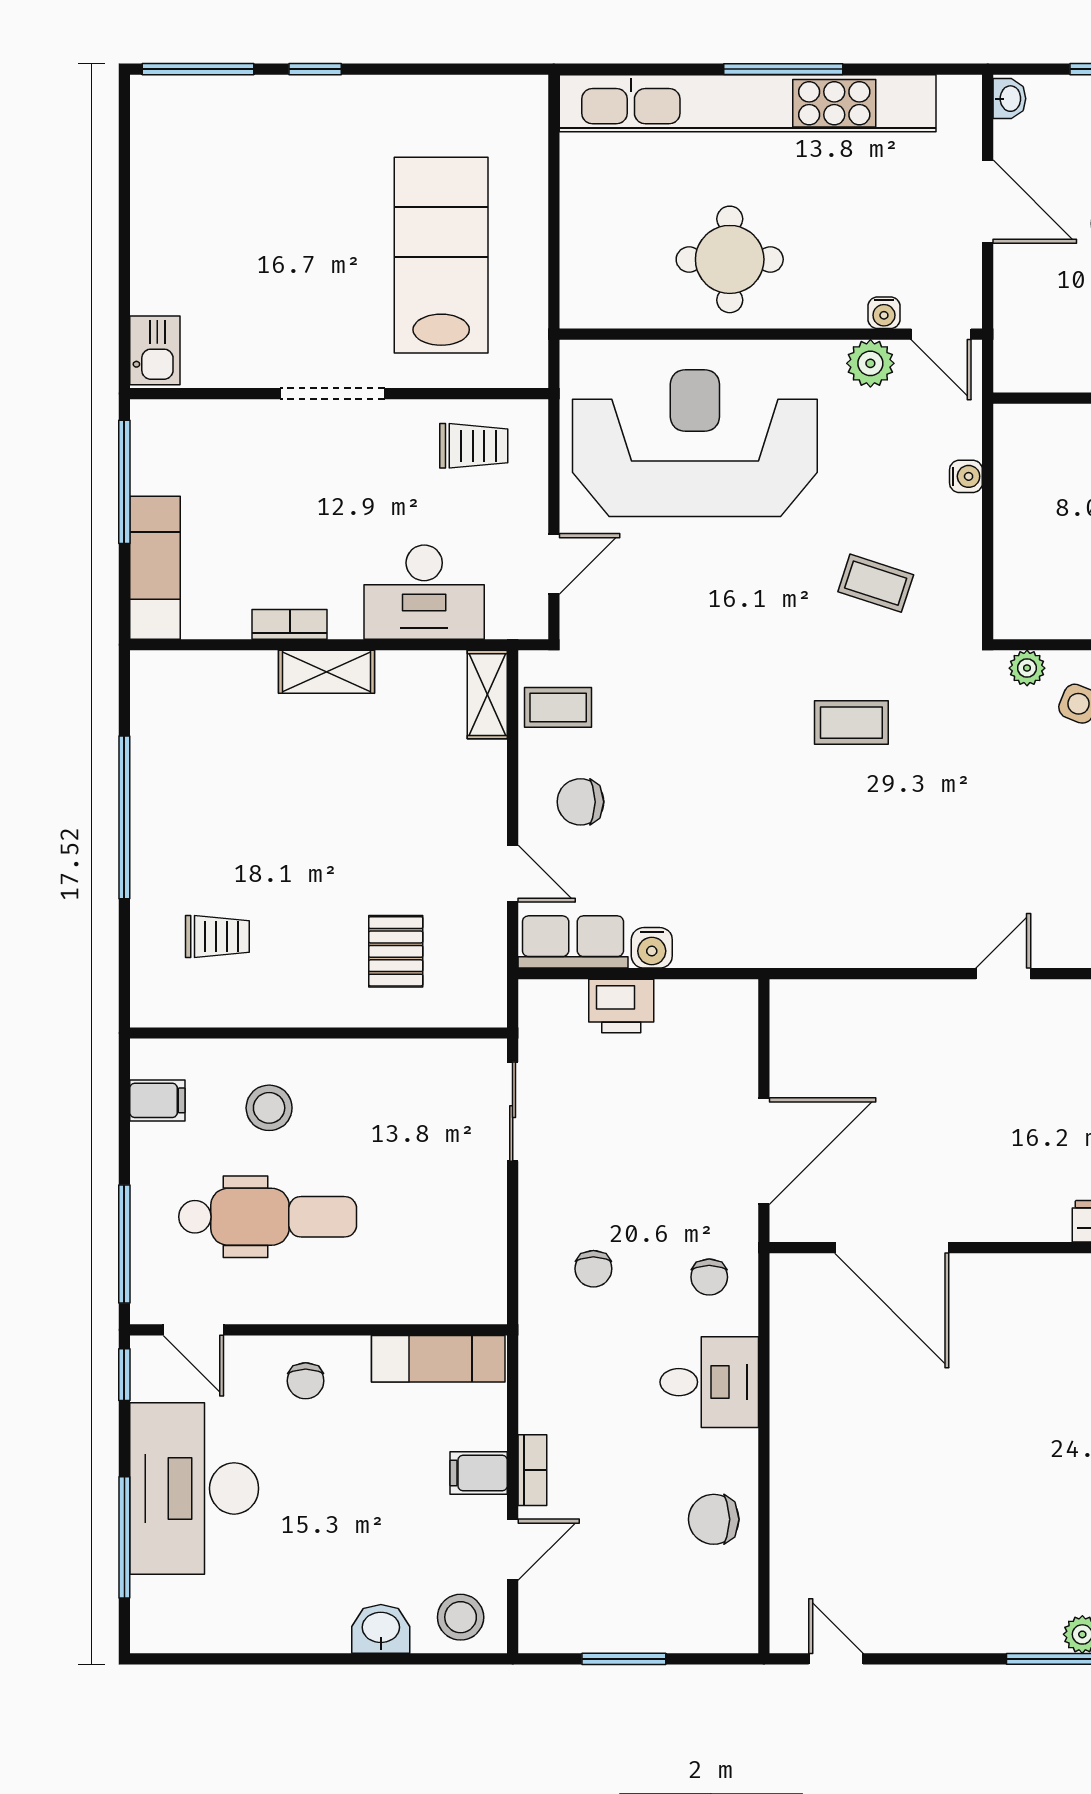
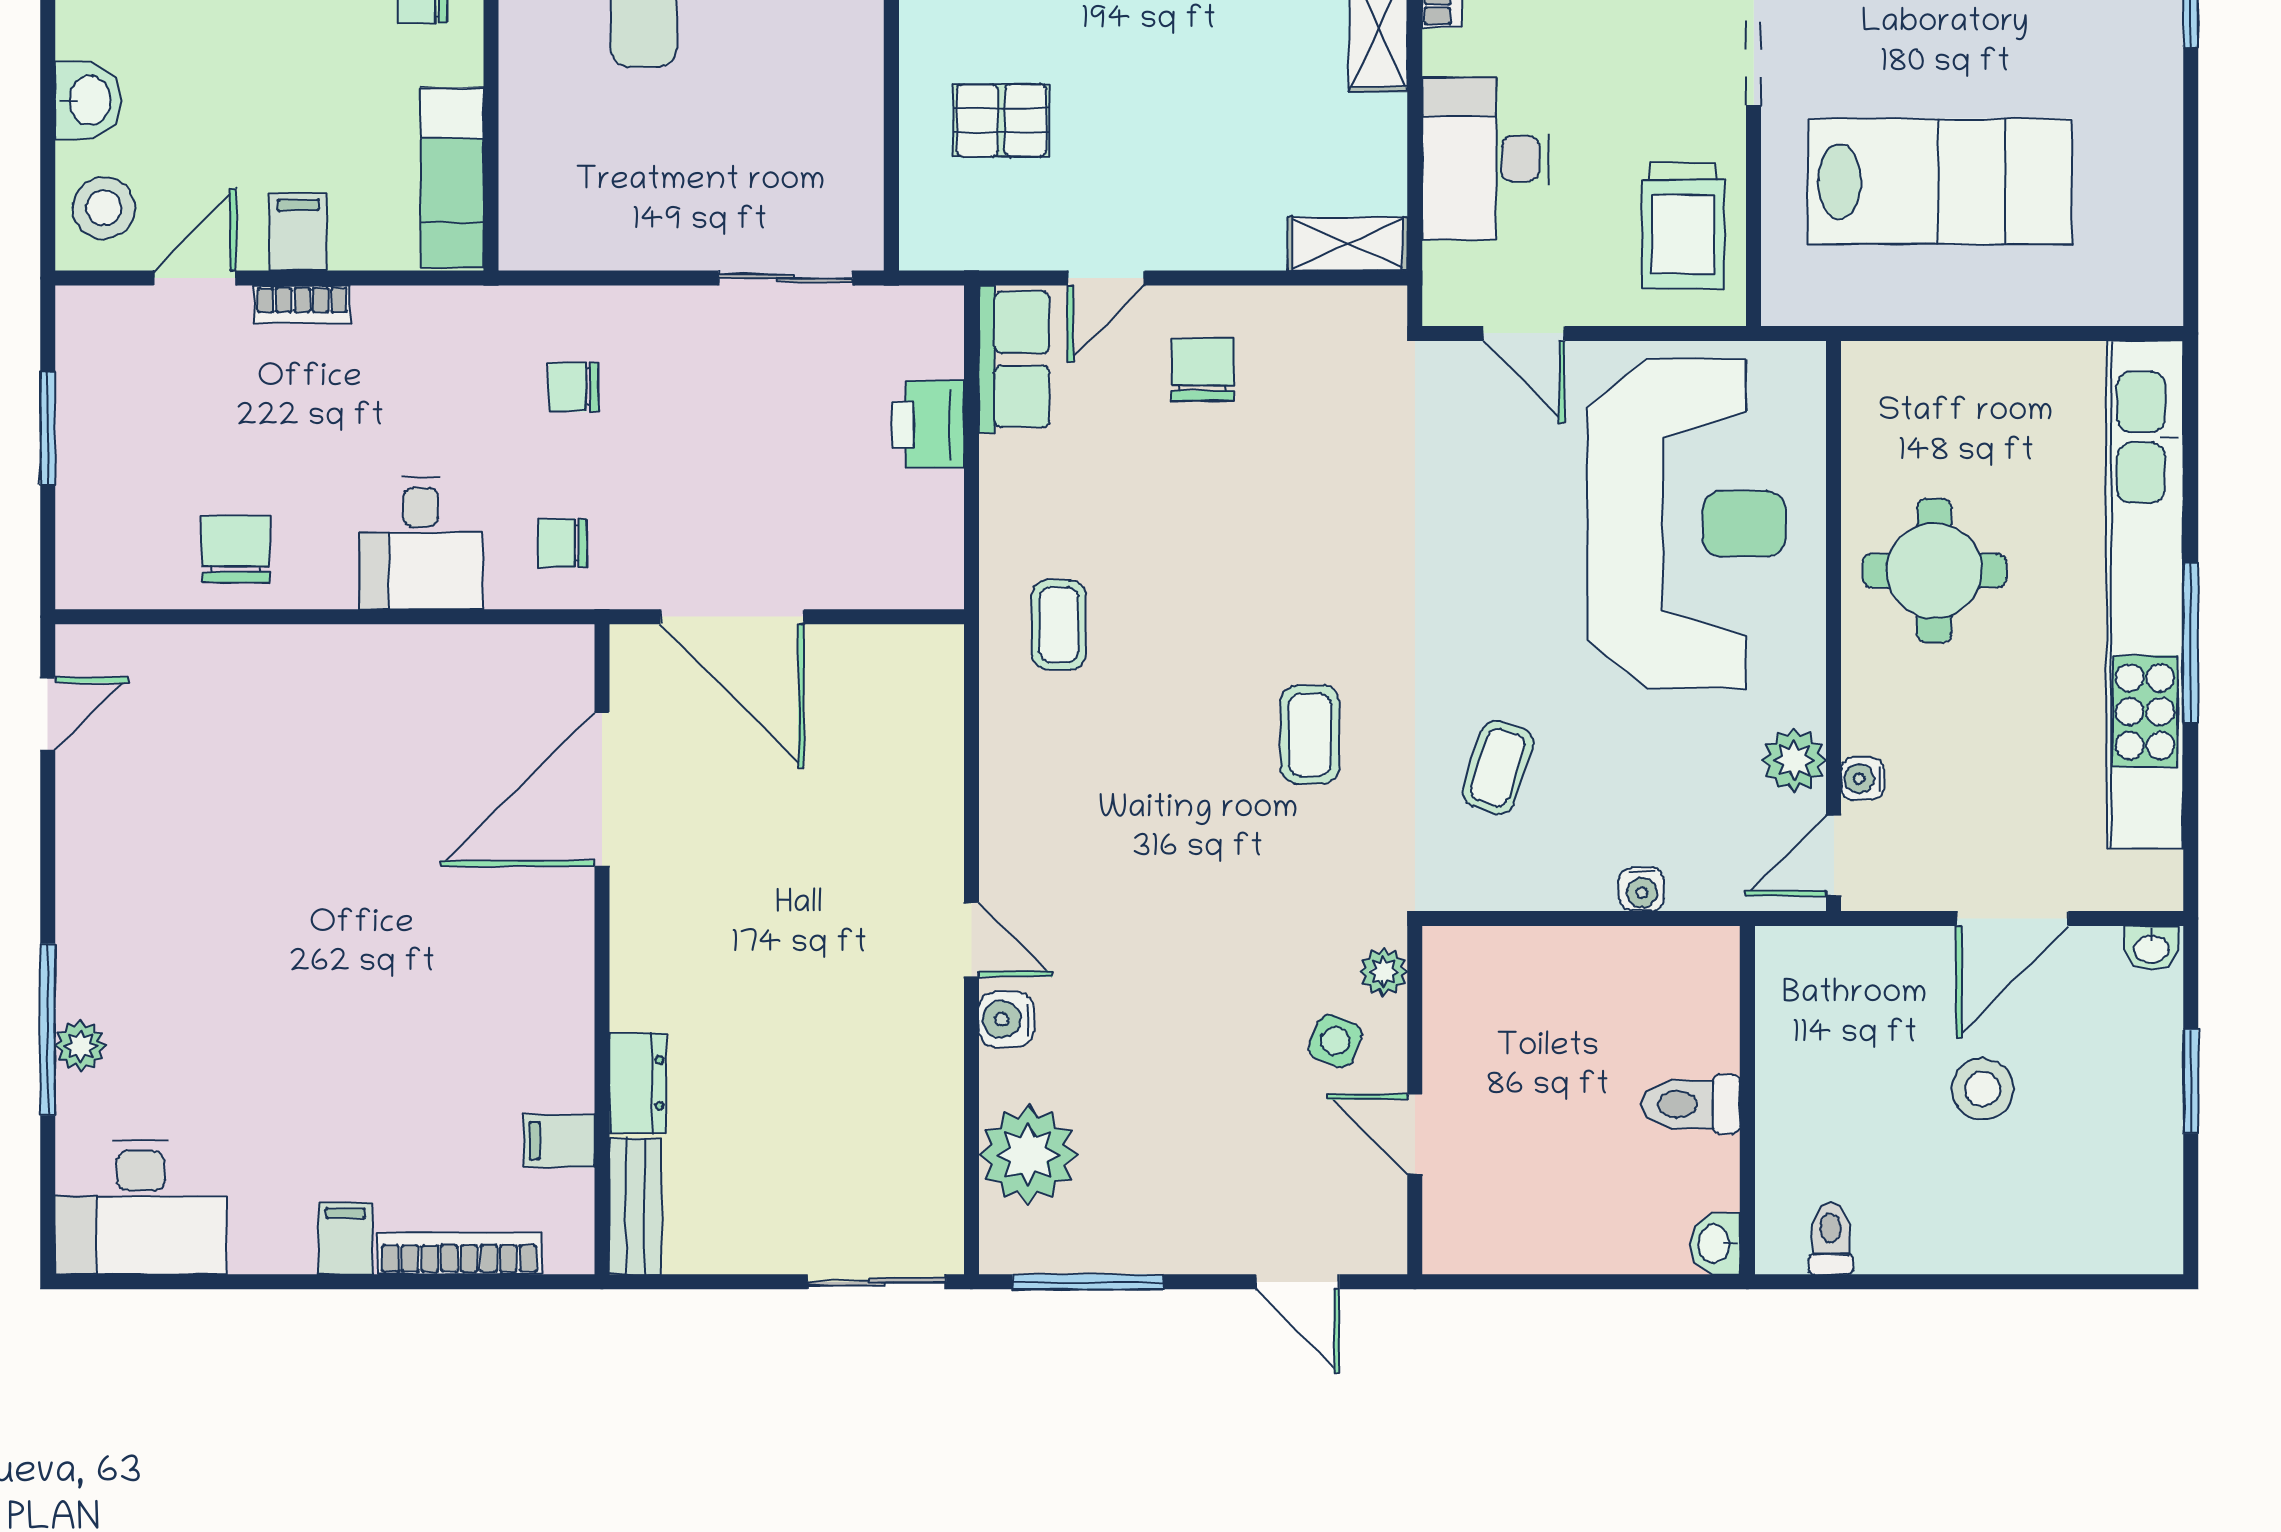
trolley: (474, 446) -> (1683, 226), width x1.36, depth x1.39
coffee table: (558, 707) -> (1059, 625), moved
water cooler: (652, 948) -> (1006, 1019), moved
door: (513, 1550) -> (195, 278), swing flipped

